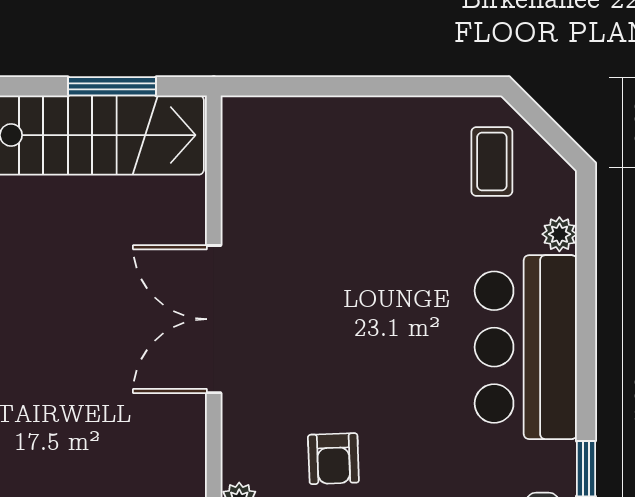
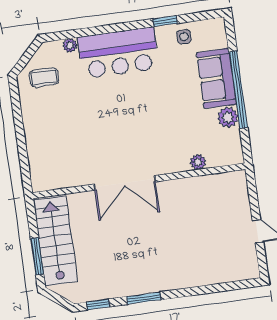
window: (112, 86) -> (37, 256), moved
armchair: (333, 459) -> (175, 126), removed

